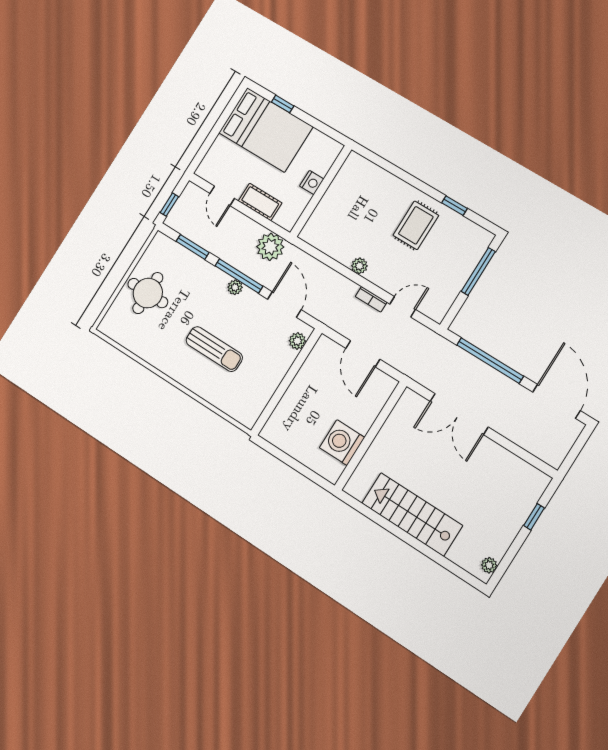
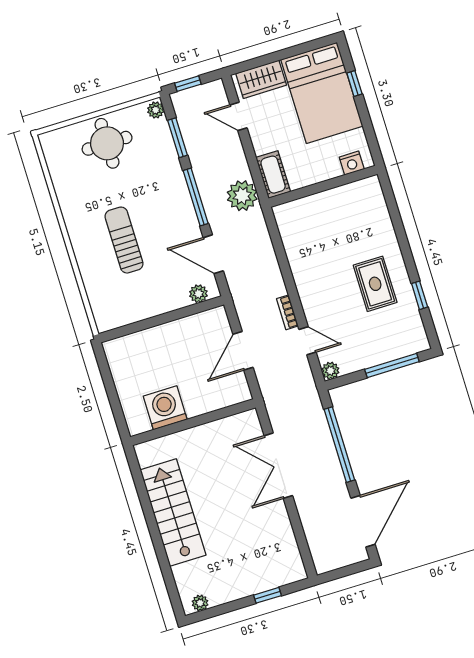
wardrobe: (217, 158) -> (261, 79), added
nightstand: (312, 183) -> (352, 163), moved
door: (222, 196) -> (238, 116), hinge flipped
cot: (260, 202) -> (273, 175), moved
rug: (416, 225) -> (375, 284), turned 90
plant: (359, 266) -> (330, 371), moved
plant: (235, 287) -> (156, 110), moved
door: (284, 304) -> (213, 254), swing flipped
sun lounger: (214, 349) -> (124, 240), turned 180

